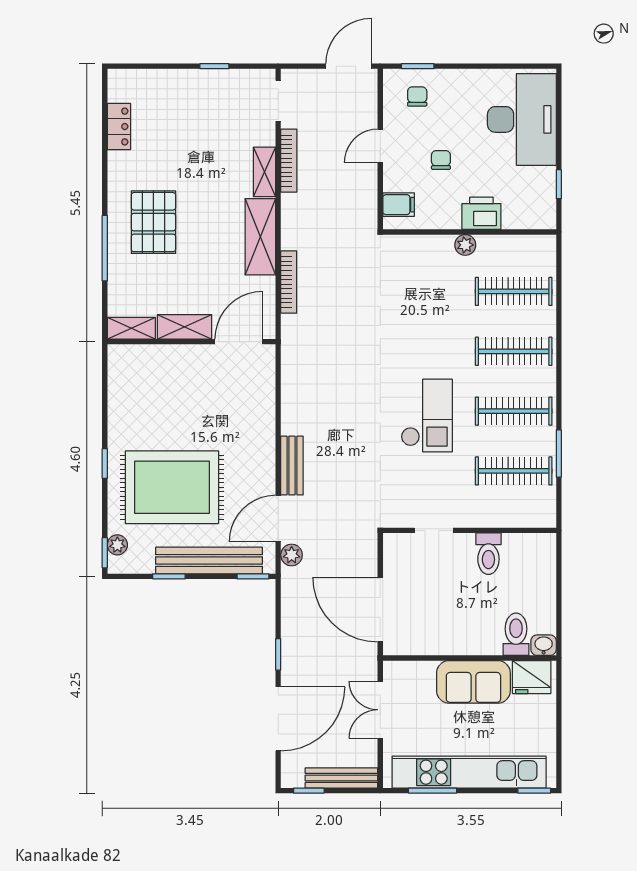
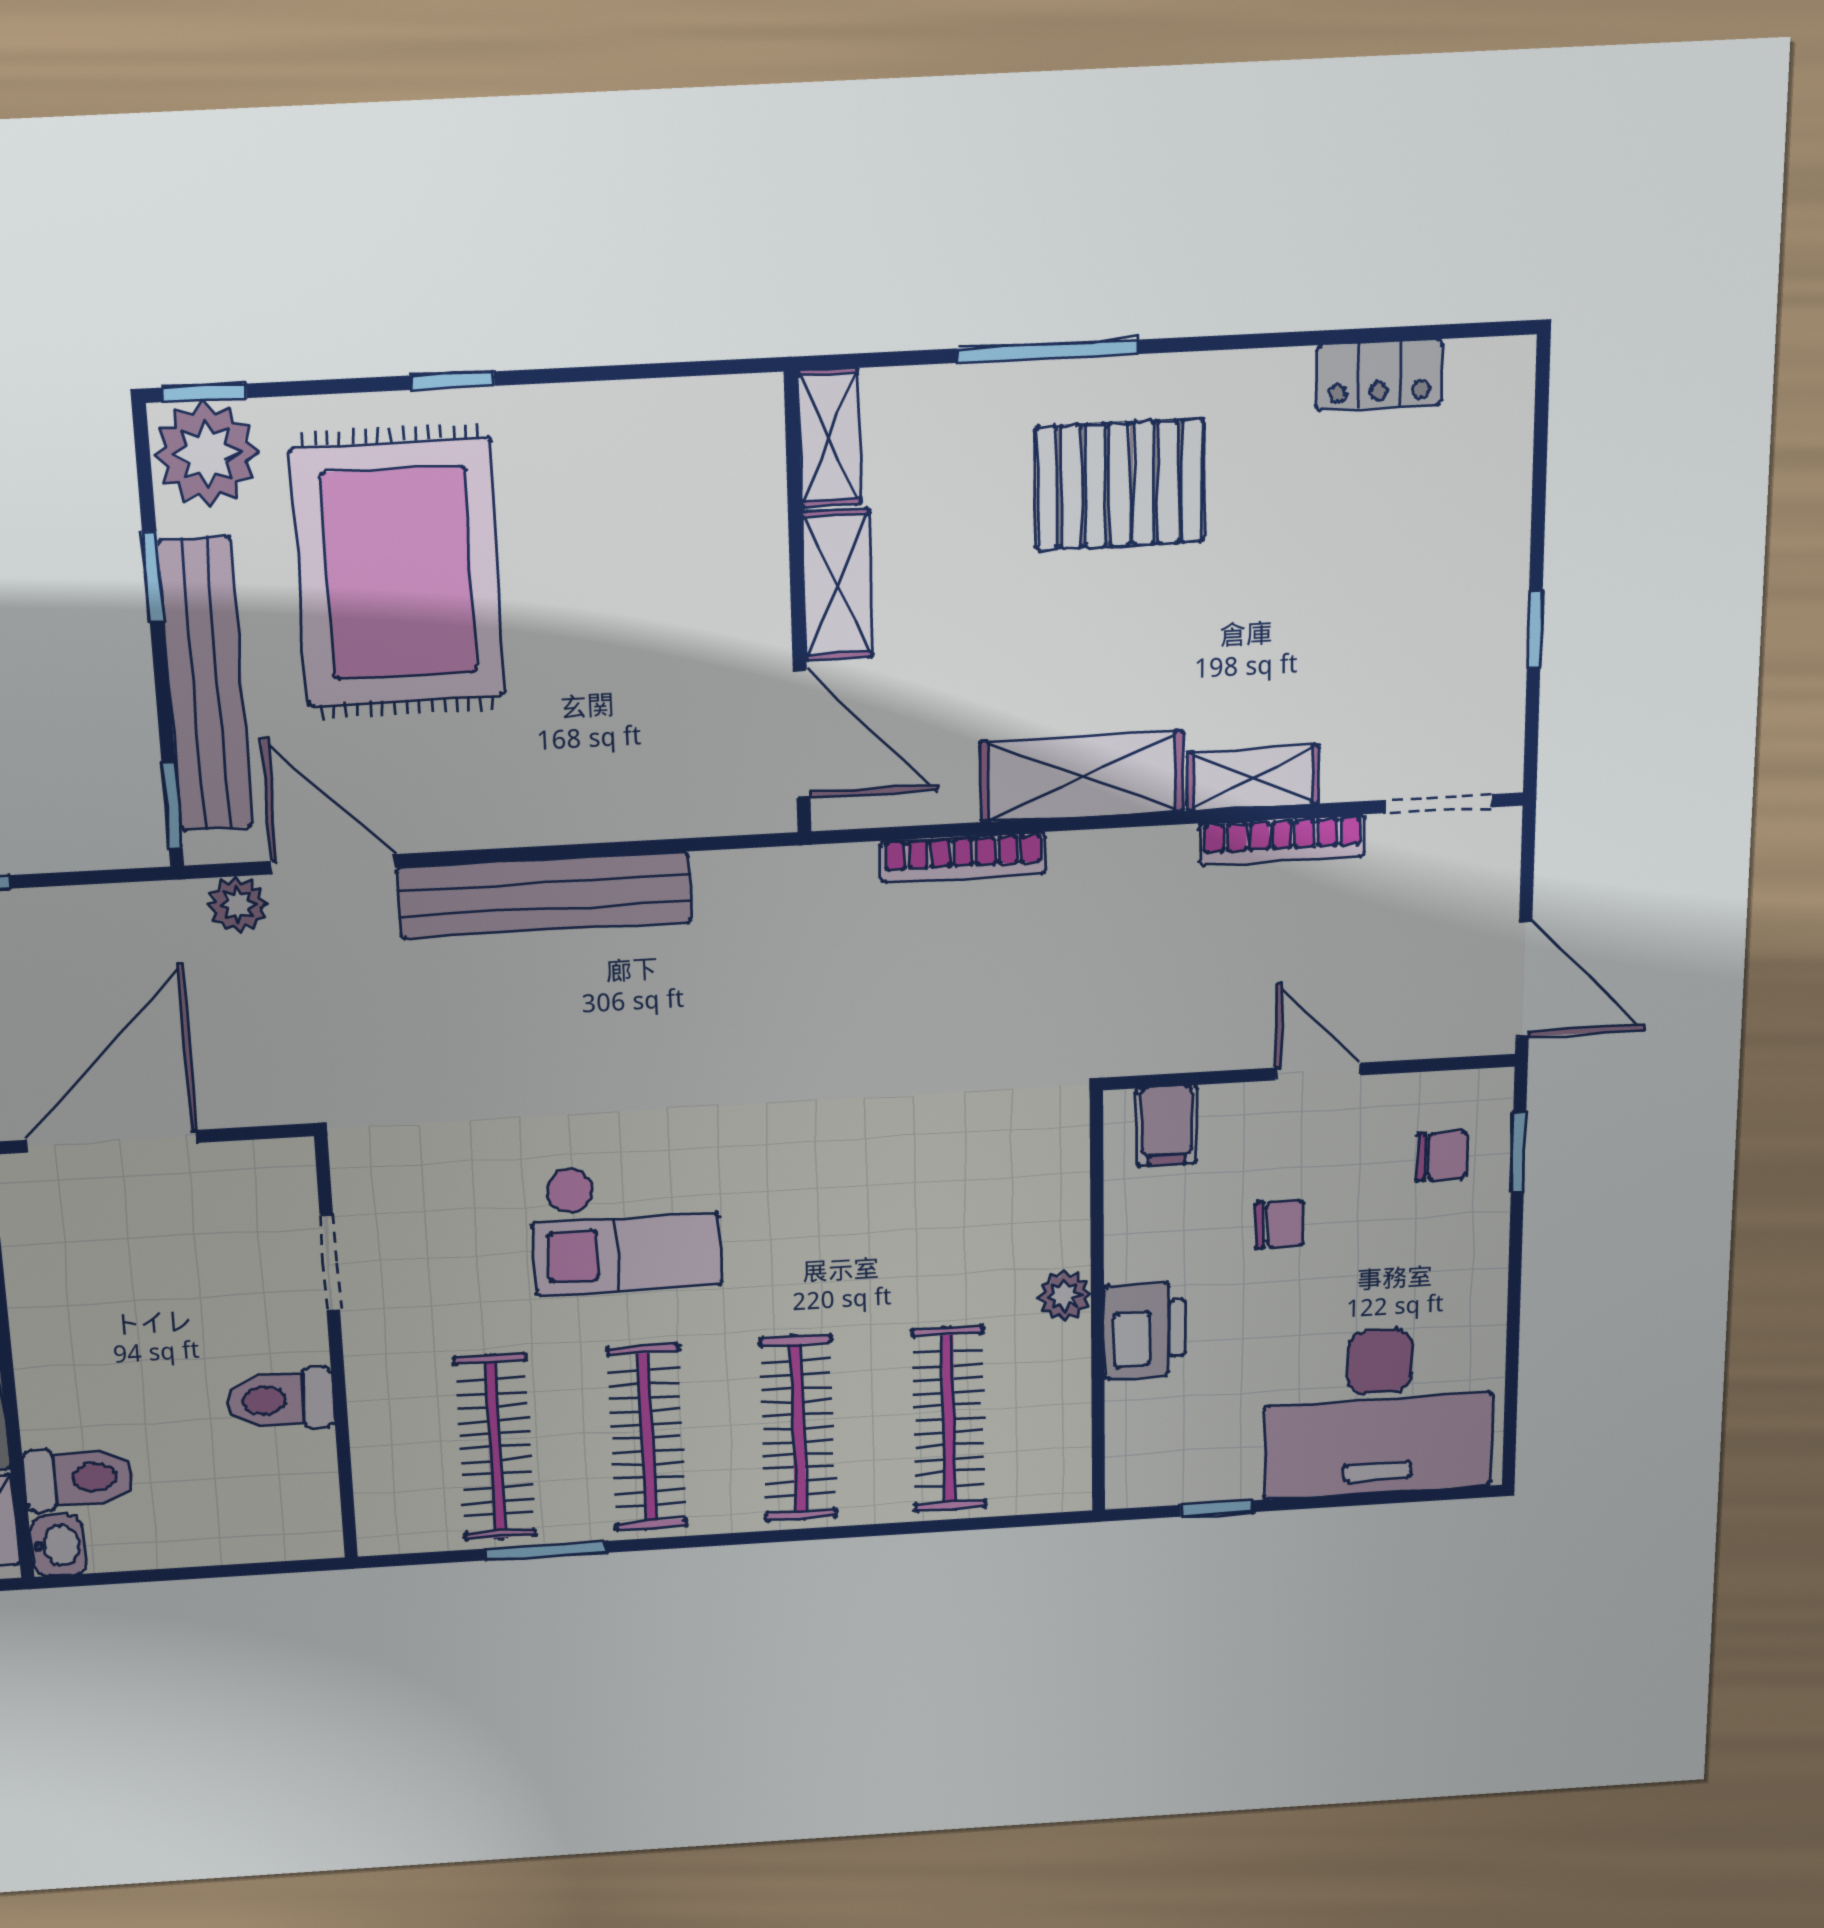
bench: (292, 466) -> (545, 895), width x1.86, depth x1.21
plant: (117, 545) -> (206, 454), width x1.88, depth x1.88

